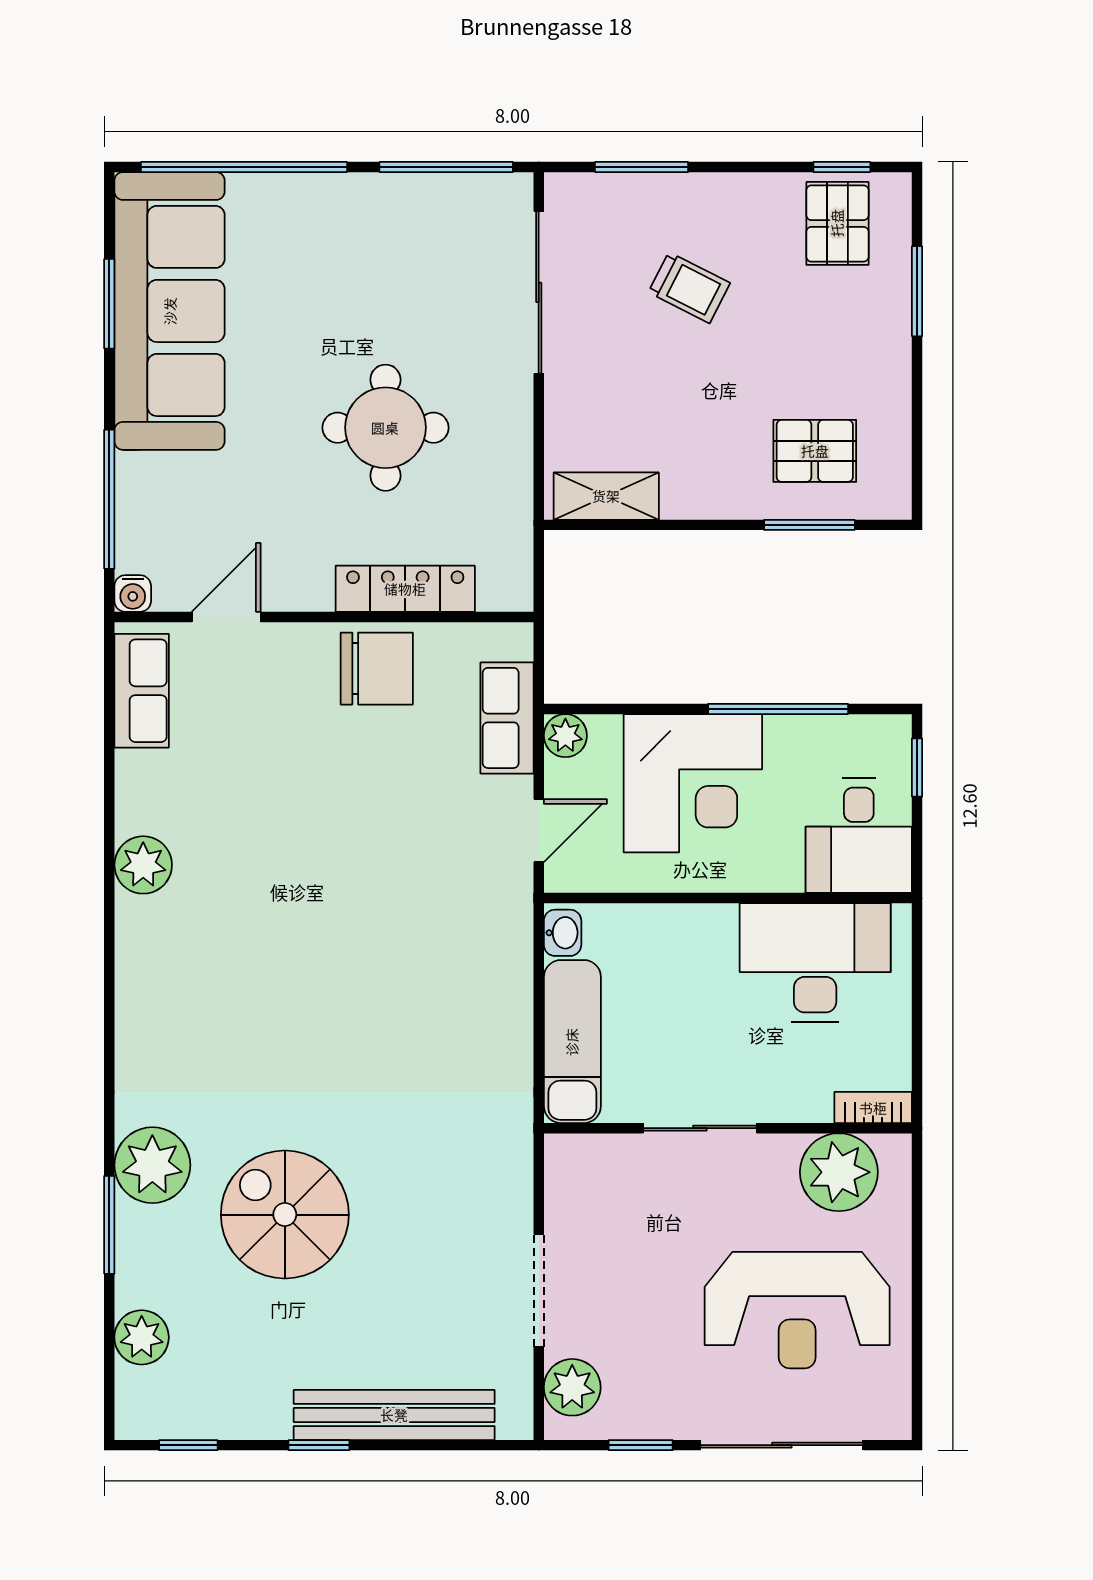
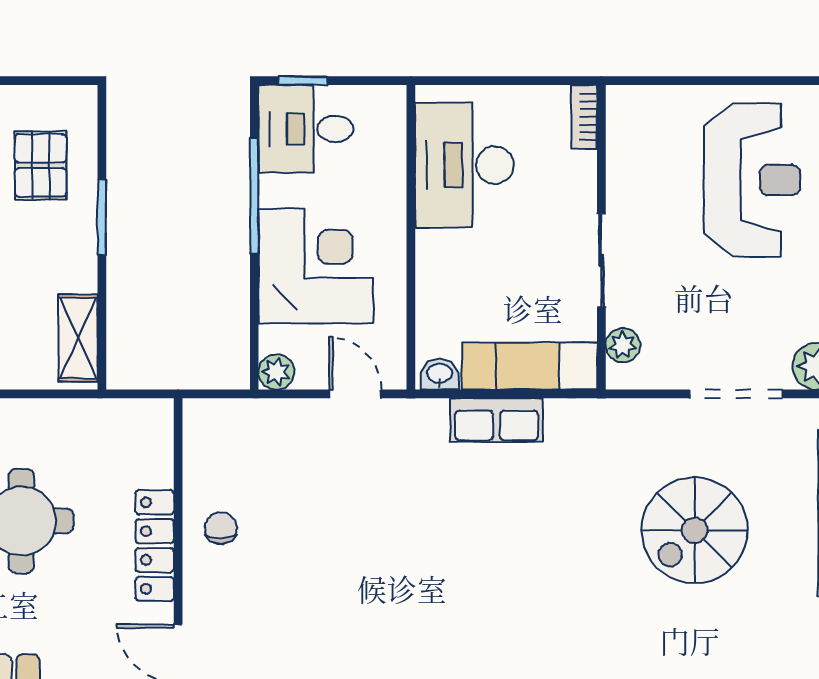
window: (809, 525) -> (102, 217), moved
locker: (405, 589) -> (155, 546), moved
chair: (377, 669) -> (221, 528), width x0.54, depth x0.54
row of seats: (507, 718) -> (497, 420), moved
desk: (859, 836) -> (306, 129), moved, turned 180
plant: (839, 1172) -> (623, 345), moved, width x0.53, depth x0.53
spiral stairs: (285, 1215) -> (695, 530), moved

